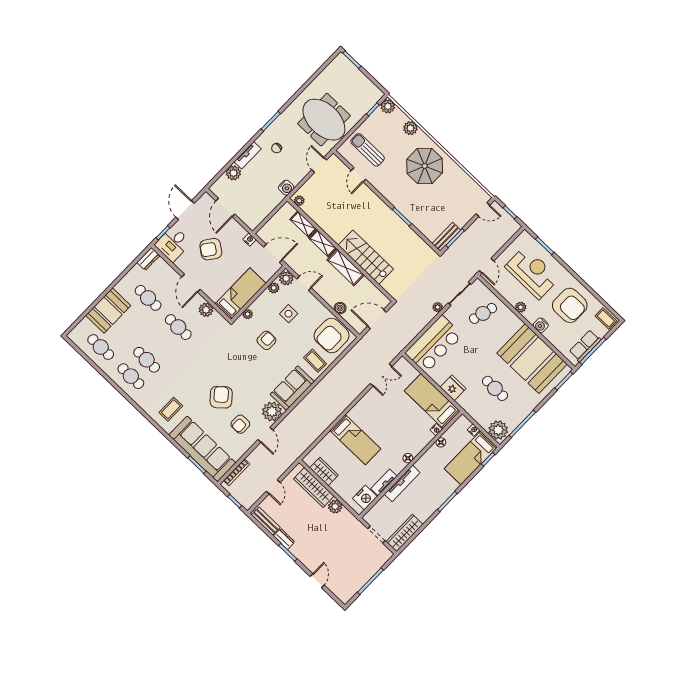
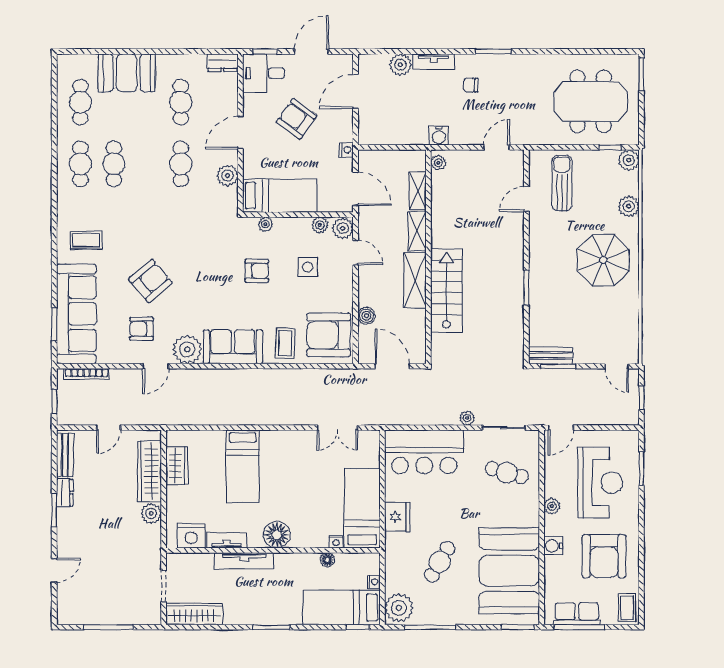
meeting table: (324, 120) -> (591, 101), moved, turned 90
cafe table: (495, 388) -> (440, 562), turned 30
floor lamp: (408, 458) -> (277, 535), width x1.89, depth x1.89

